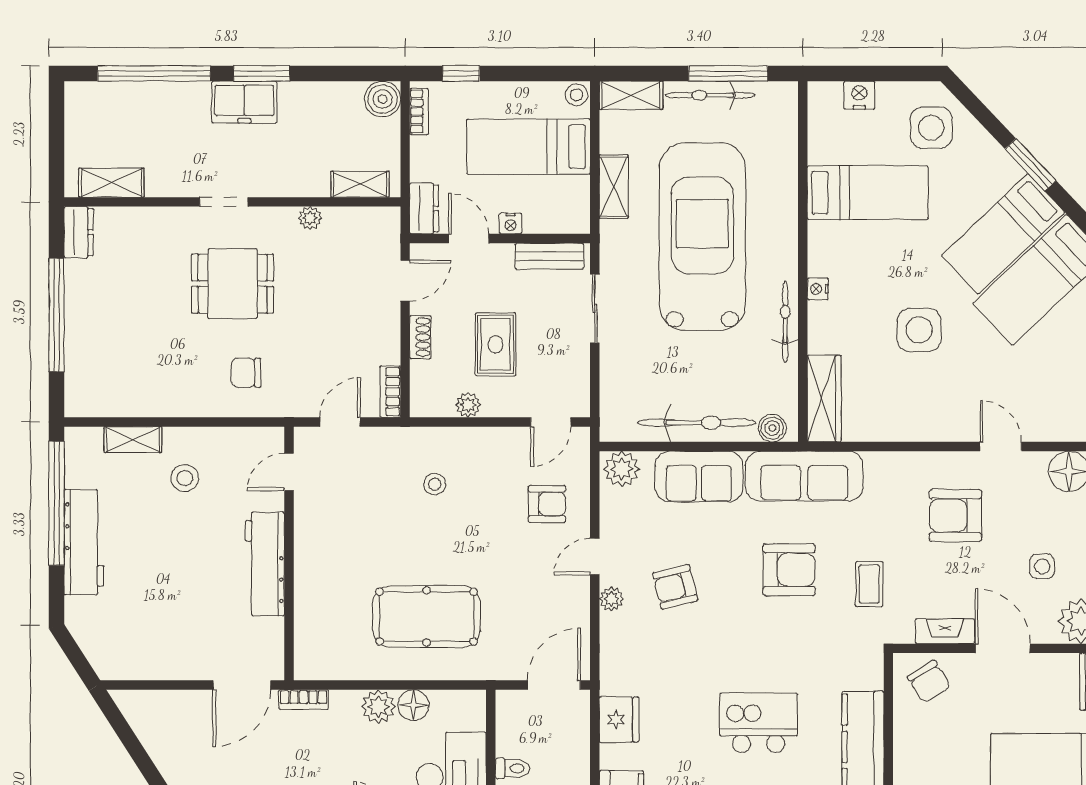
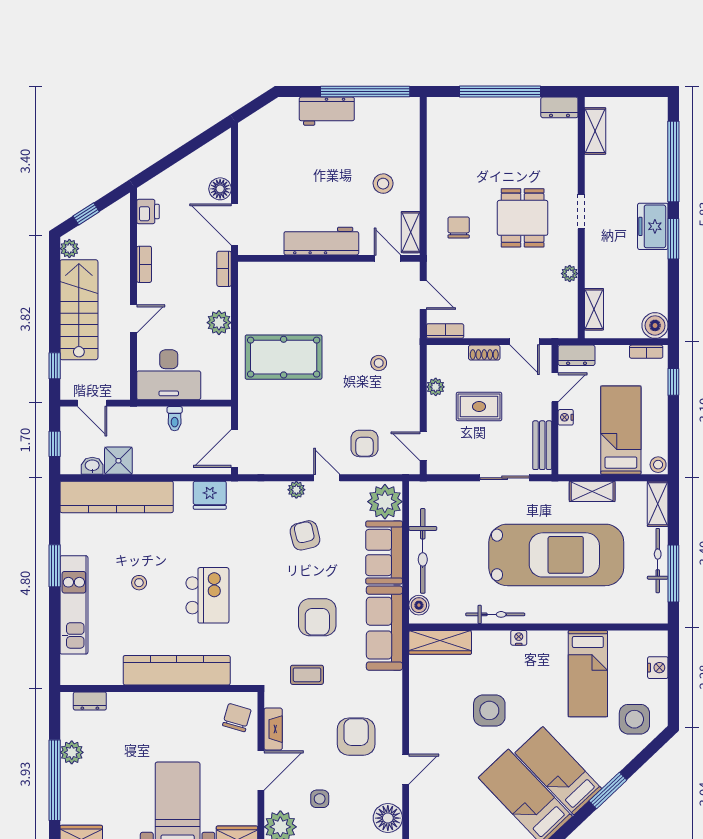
shelving: (133, 440) -> (411, 232), moved
plant: (622, 469) -> (385, 502), width x1.36, depth x1.36
workbench: (84, 542) -> (327, 111), width x0.73
pool table: (427, 617) -> (284, 357), turned 90
chair: (929, 682) -> (237, 718), turned 137
door: (554, 685) -> (234, 448), swing flipped
floor lamp: (413, 705) -> (220, 189), moved

